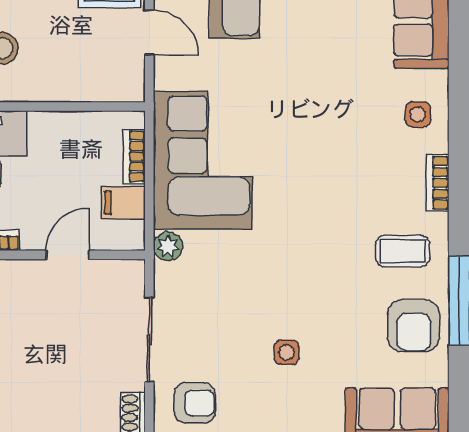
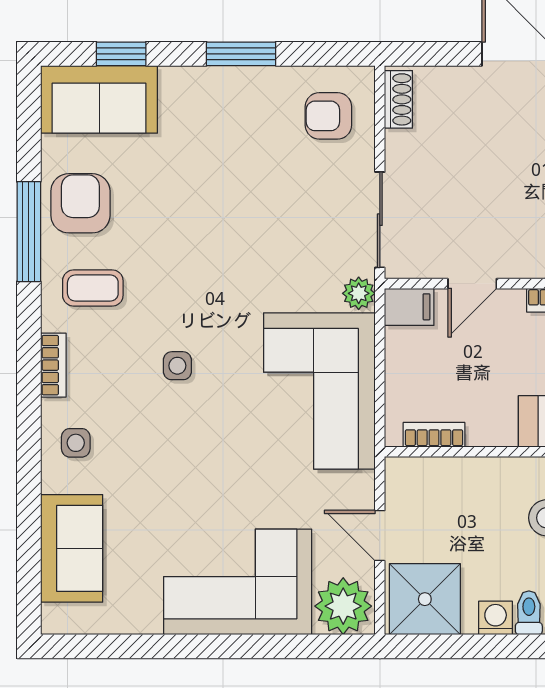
bookcase: (134, 156) -> (434, 435), moved, turned -90
filing cabinet: (123, 203) -> (409, 307), moved
sliding door: (149, 340) -> (380, 220), moved
side table: (286, 352) -> (177, 366), moved

